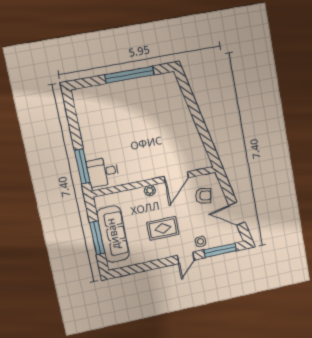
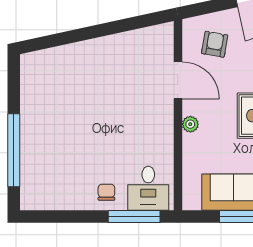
window: (129, 75) -> (14, 150), moved
chair: (95, 145) -> (106, 192), added

